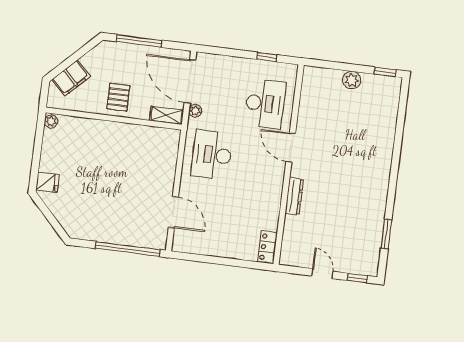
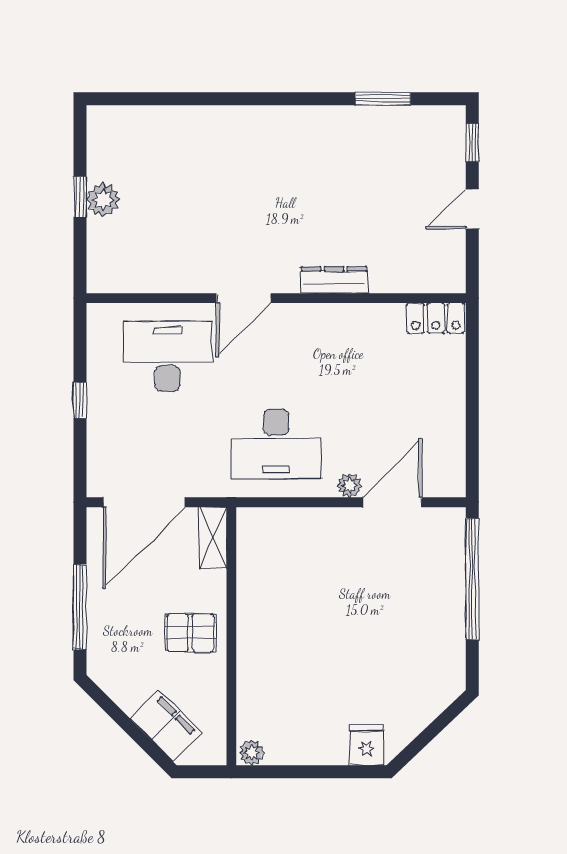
window: (267, 57) -> (80, 400), moved
window: (385, 72) -> (80, 197), moved
plant: (195, 111) -> (349, 485), moved

